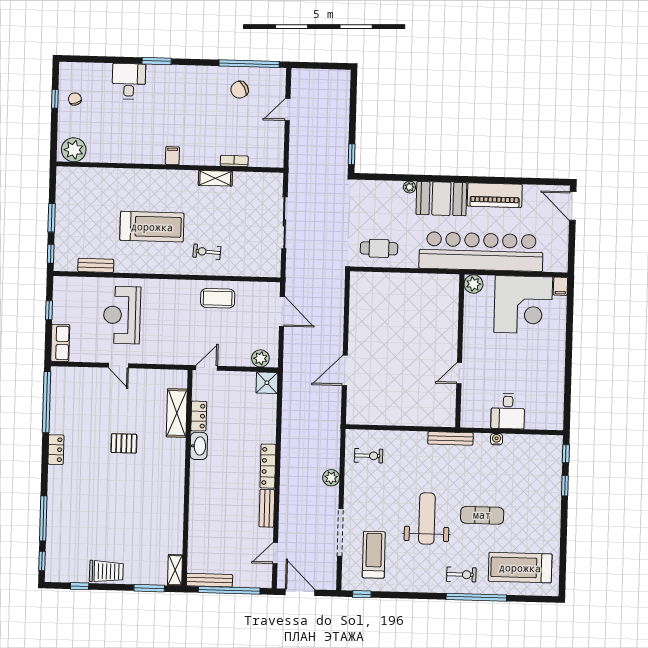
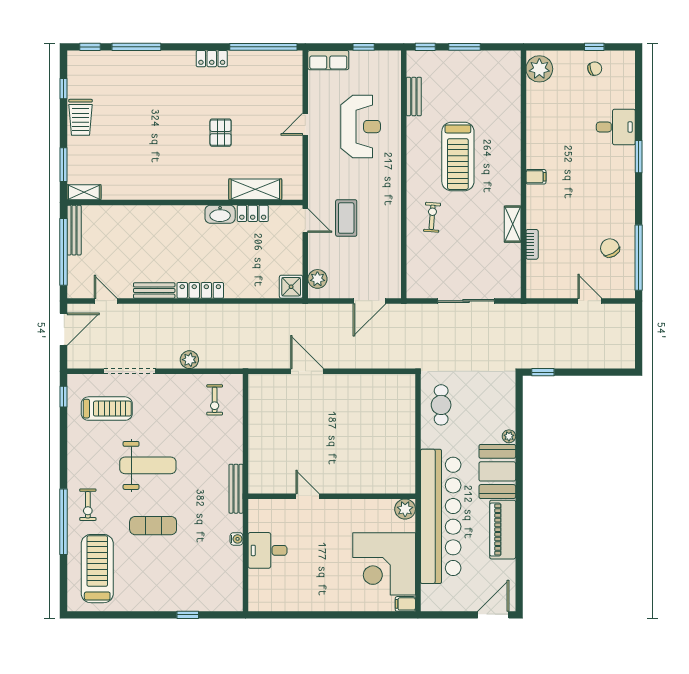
coffee table: (218, 298) -> (346, 218), moved
reception desk: (122, 315) -> (361, 127), turned 90
window: (566, 454) -> (223, 615), removed
exercise mat: (482, 515) -> (153, 526), turned 90

